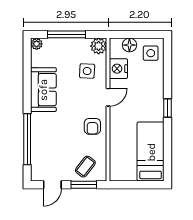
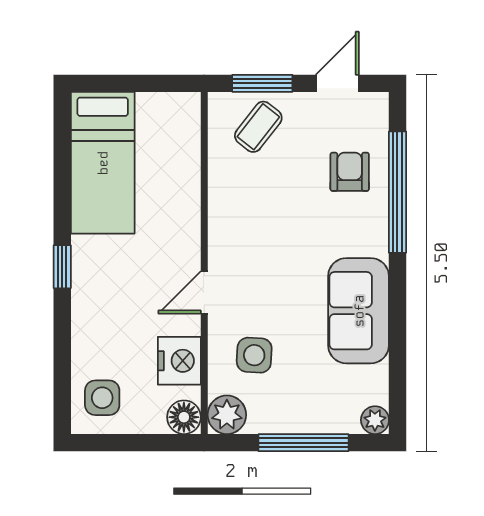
floor lamp: (129, 45) -> (184, 417), moved
armchair: (92, 126) -> (350, 172), moved

